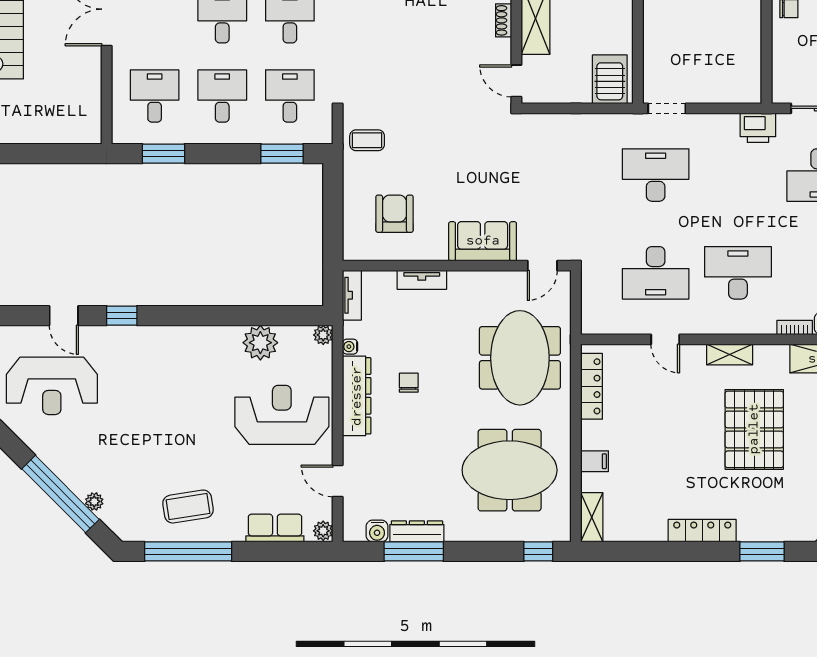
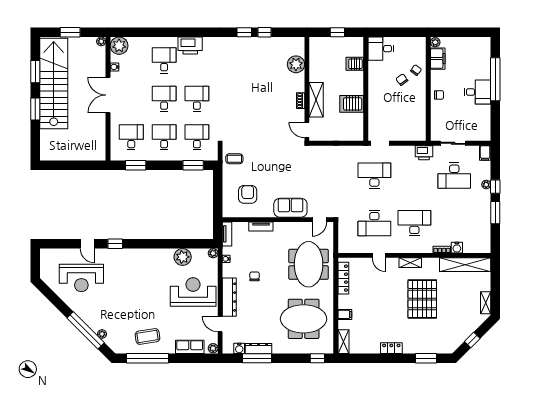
server rack: (610, 79) -> (352, 104), moved, turned -90
dresser: (357, 396) -> (229, 297), moved
locker: (702, 531) -> (391, 348), width x0.66

